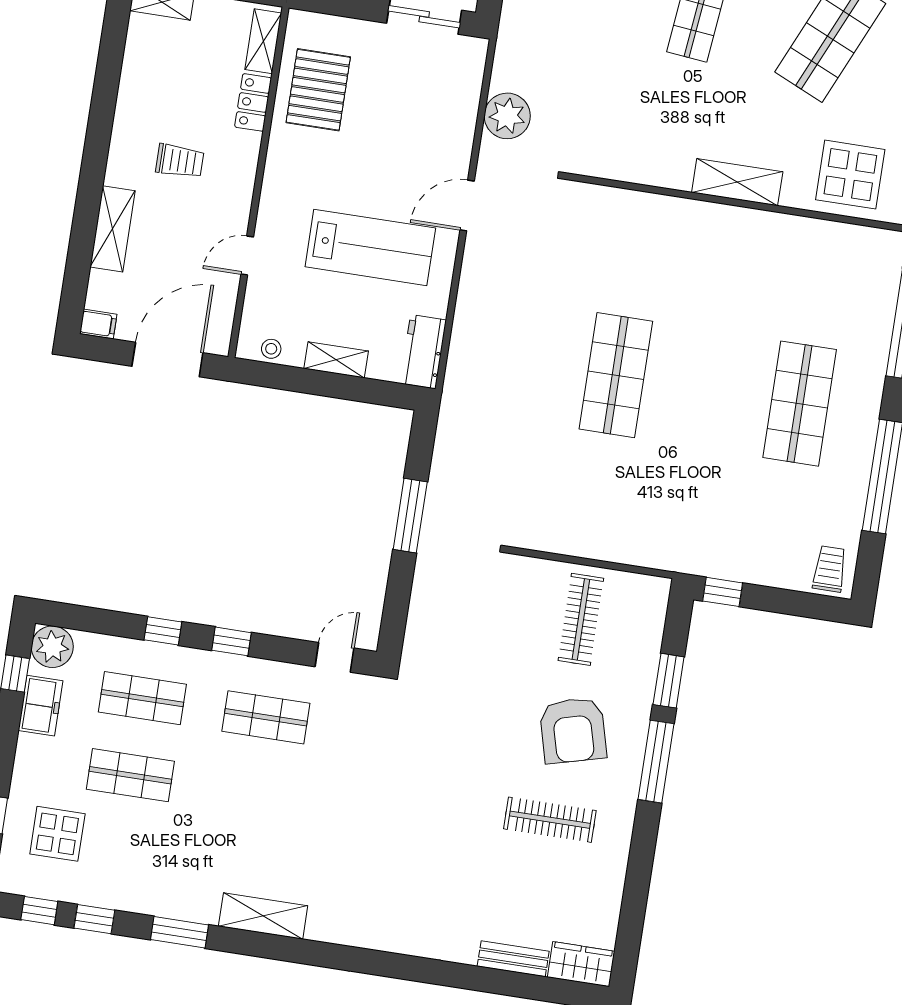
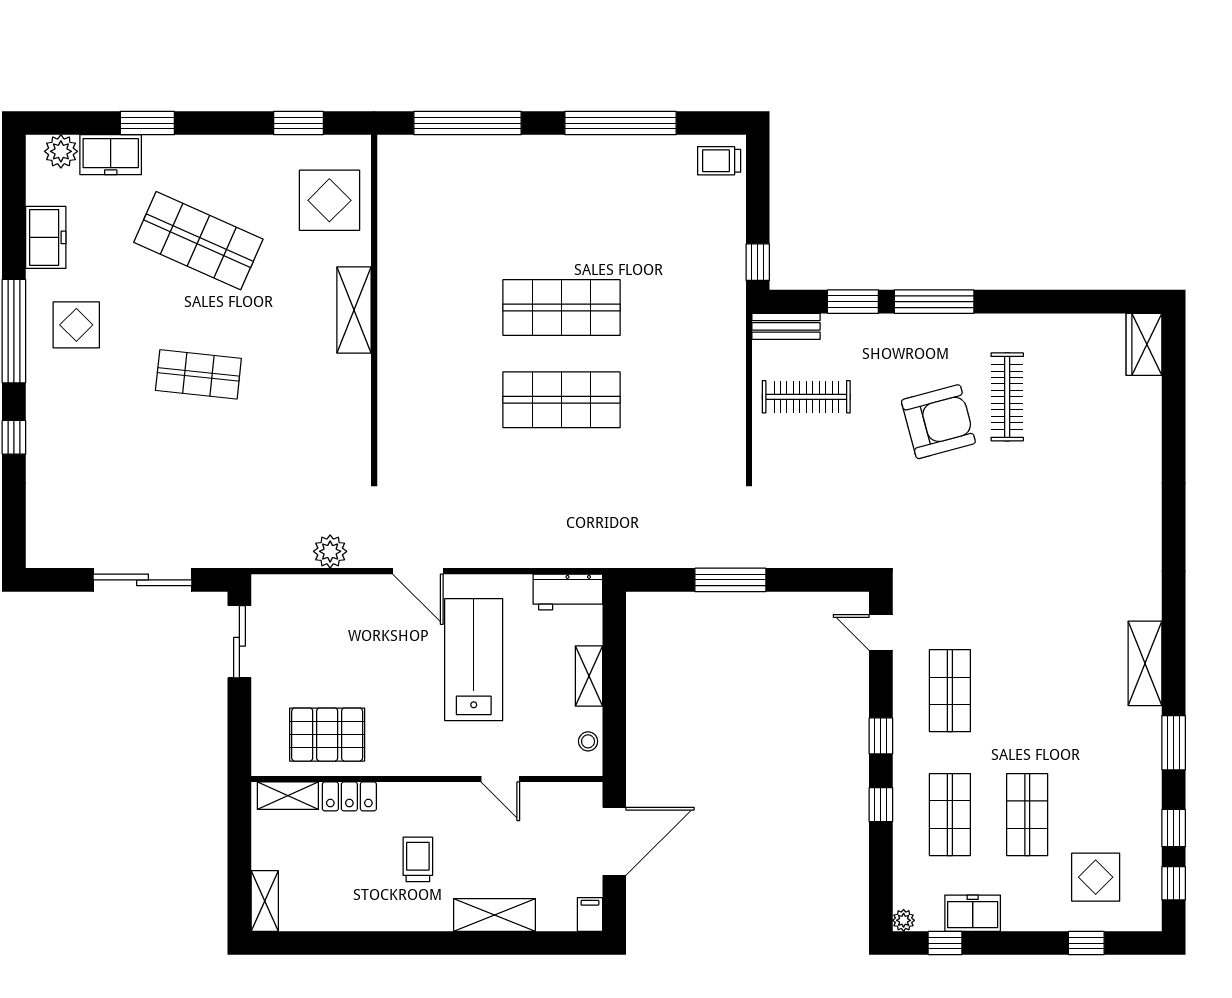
plant: (507, 116) -> (330, 551), width x0.73, depth x0.73
door: (167, 360) -> (614, 841), swing flipped
shop shelf: (800, 404) -> (562, 308), moved
plant: (52, 647) -> (904, 920), width x0.53, depth x0.53
armchair: (573, 730) -> (938, 422), moved
bench: (513, 959) -> (786, 326), moved, turned 90

